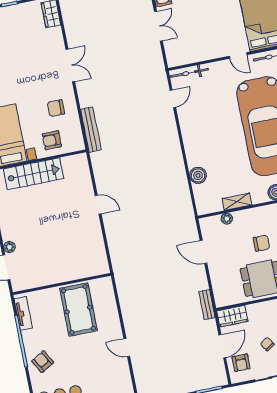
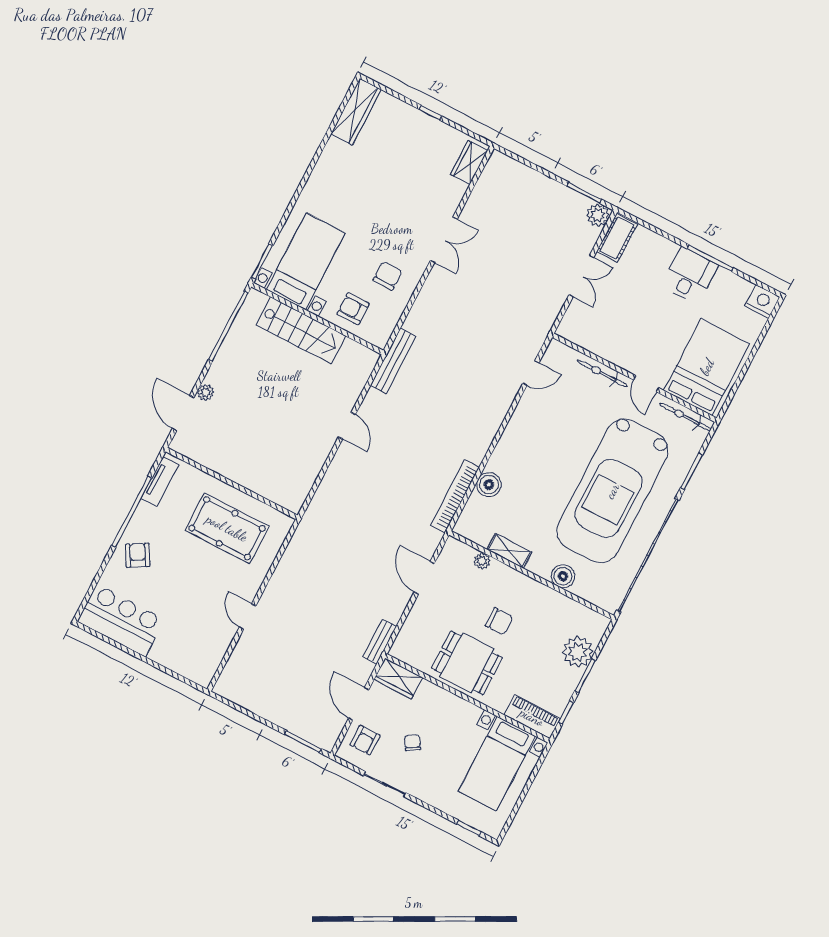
bicycle: (189, 73) -> (602, 373), moved
chair: (56, 108) -> (388, 276), turned 90
bench: (91, 130) -> (393, 361), moved
bookcase: (185, 196) -> (455, 496), added
pool table: (78, 310) -> (227, 528), turned 90
door: (222, 346) -> (359, 704), swing flipped

